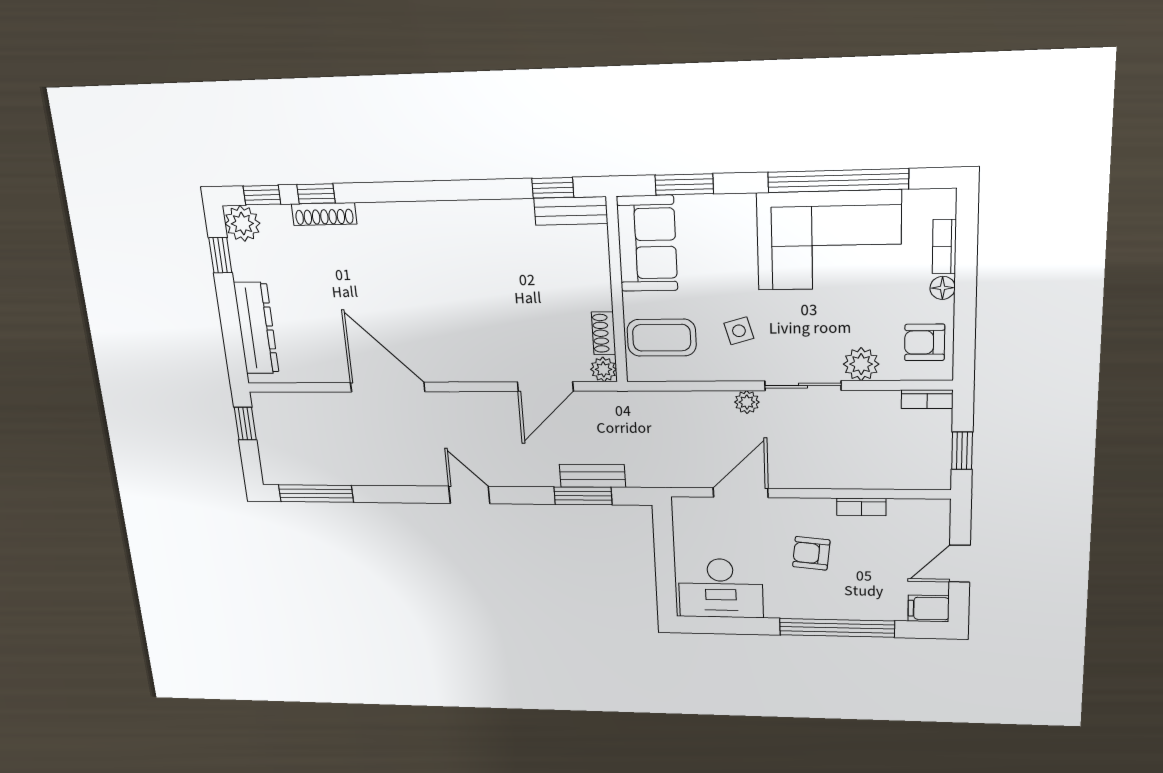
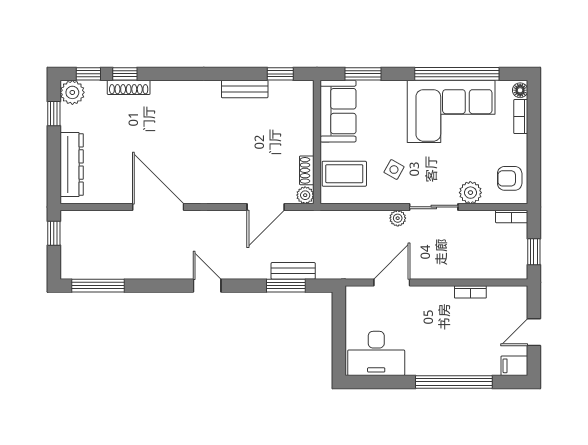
bench: (571, 211) -> (245, 89), moved
floor lamp: (943, 288) -> (520, 90), moved
side table: (739, 331) -> (394, 170), turned 45
armchair: (811, 553) -> (437, 326), removed

